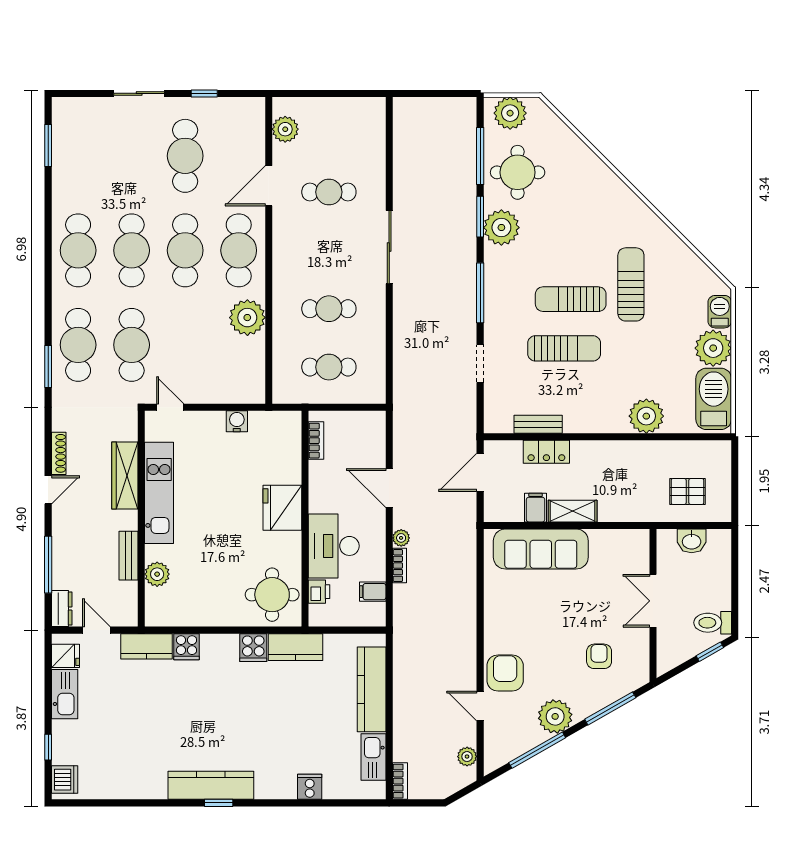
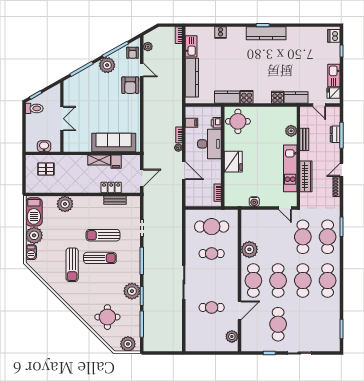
round table: (518, 172) -> (107, 317), moved
cafe table: (329, 367) -> (212, 227), width x1.37, depth x1.35
dresser: (62, 609) -> (335, 134), moved
armchair: (599, 656) -> (133, 53), moved

